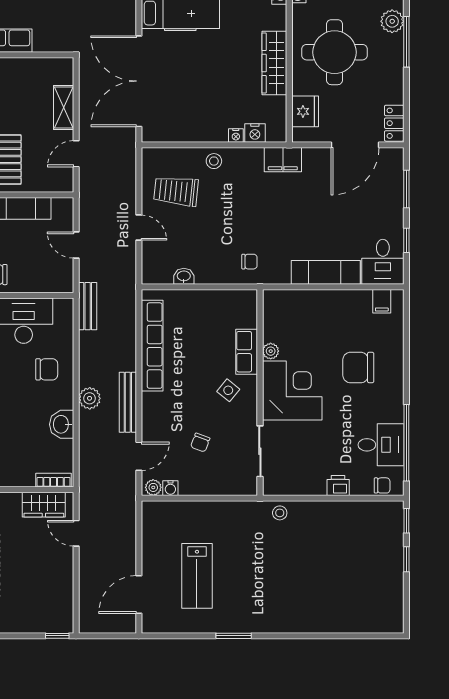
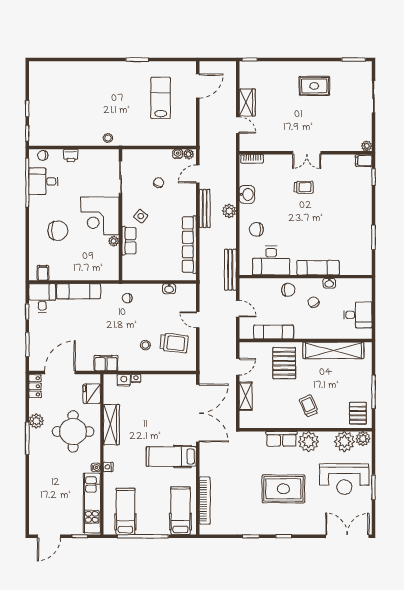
plant: (392, 21) -> (36, 421), moved
stool: (214, 161) -> (145, 345), moved
bench: (88, 306) -> (230, 270), width x1.36
wardrobe: (44, 505) -> (247, 102), moved, turned 90

